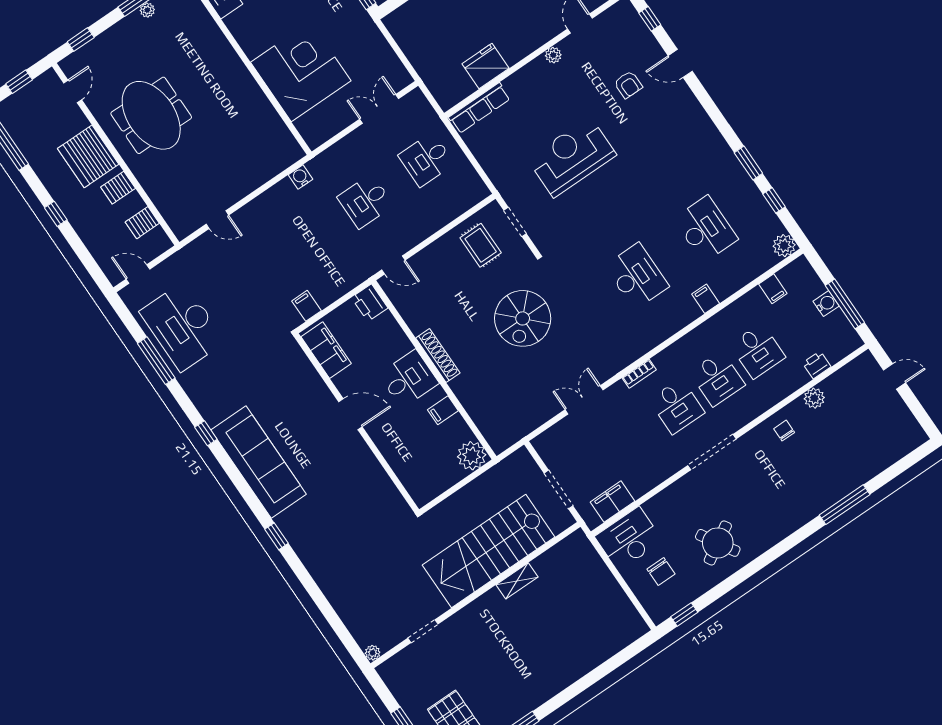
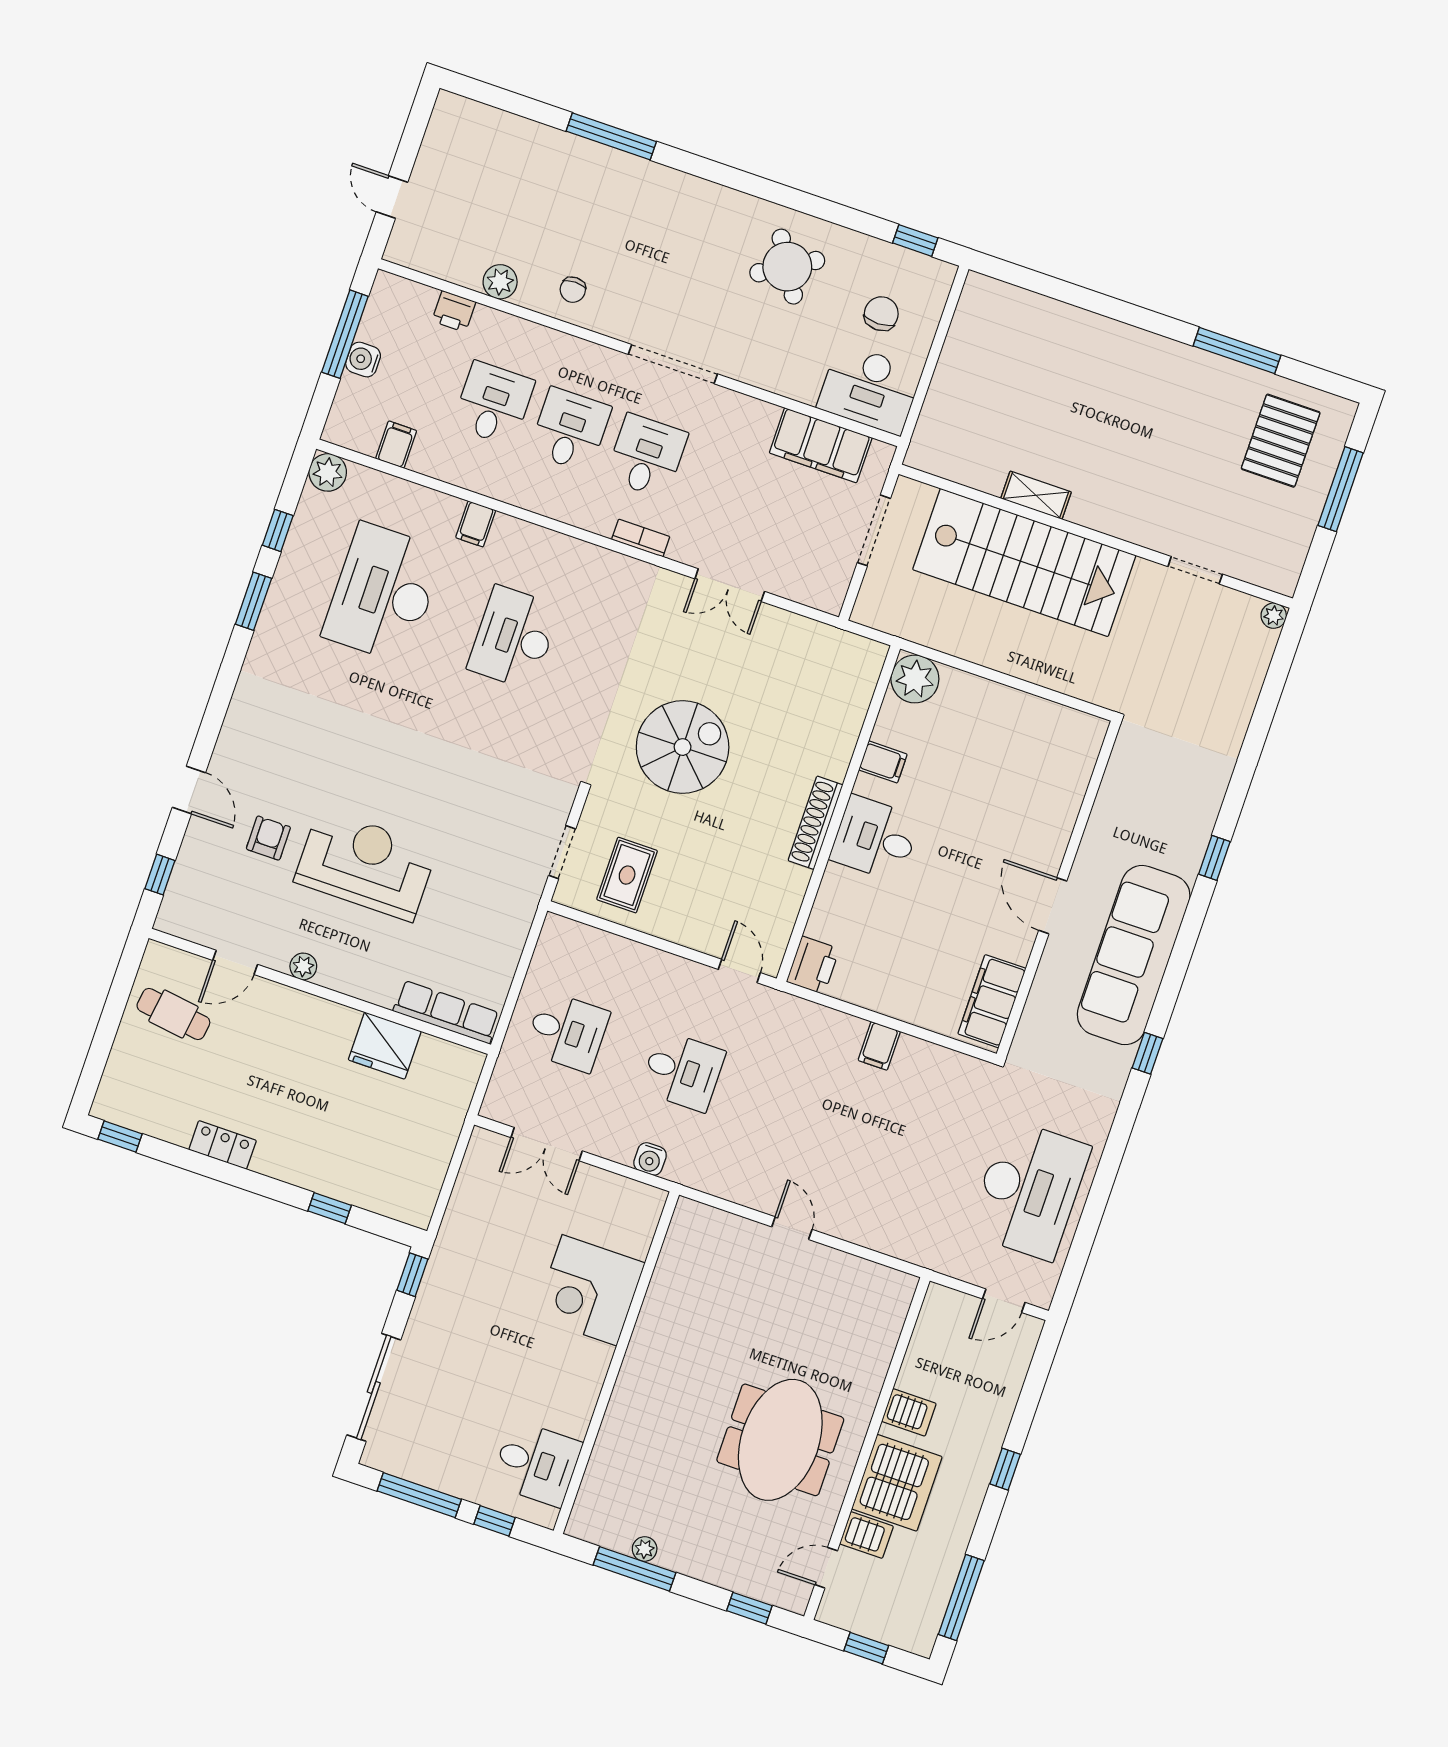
corner desk: (301, 71) -> (589, 1290), width x0.74, depth x0.74
reception desk: (572, 157) -> (366, 865), moved, turned 180
water cooler: (301, 177) -> (650, 1159), moved
door: (217, 220) -> (792, 1228), moved
server rack: (142, 223) -> (866, 1535), moved
desk: (706, 229) -> (383, 593), width x1.36, depth x1.30
door: (138, 274) -> (1004, 1301), hinge flipped
filing cabinet: (326, 350) -> (992, 1001), moved
window: (156, 361) -> (1100, 1191), removed
door: (350, 414) -> (1053, 906), moved
wall: (357, 423) -> (1059, 889), moved
filing cabinet: (613, 502) -> (821, 445), width x1.50, depth x1.17

